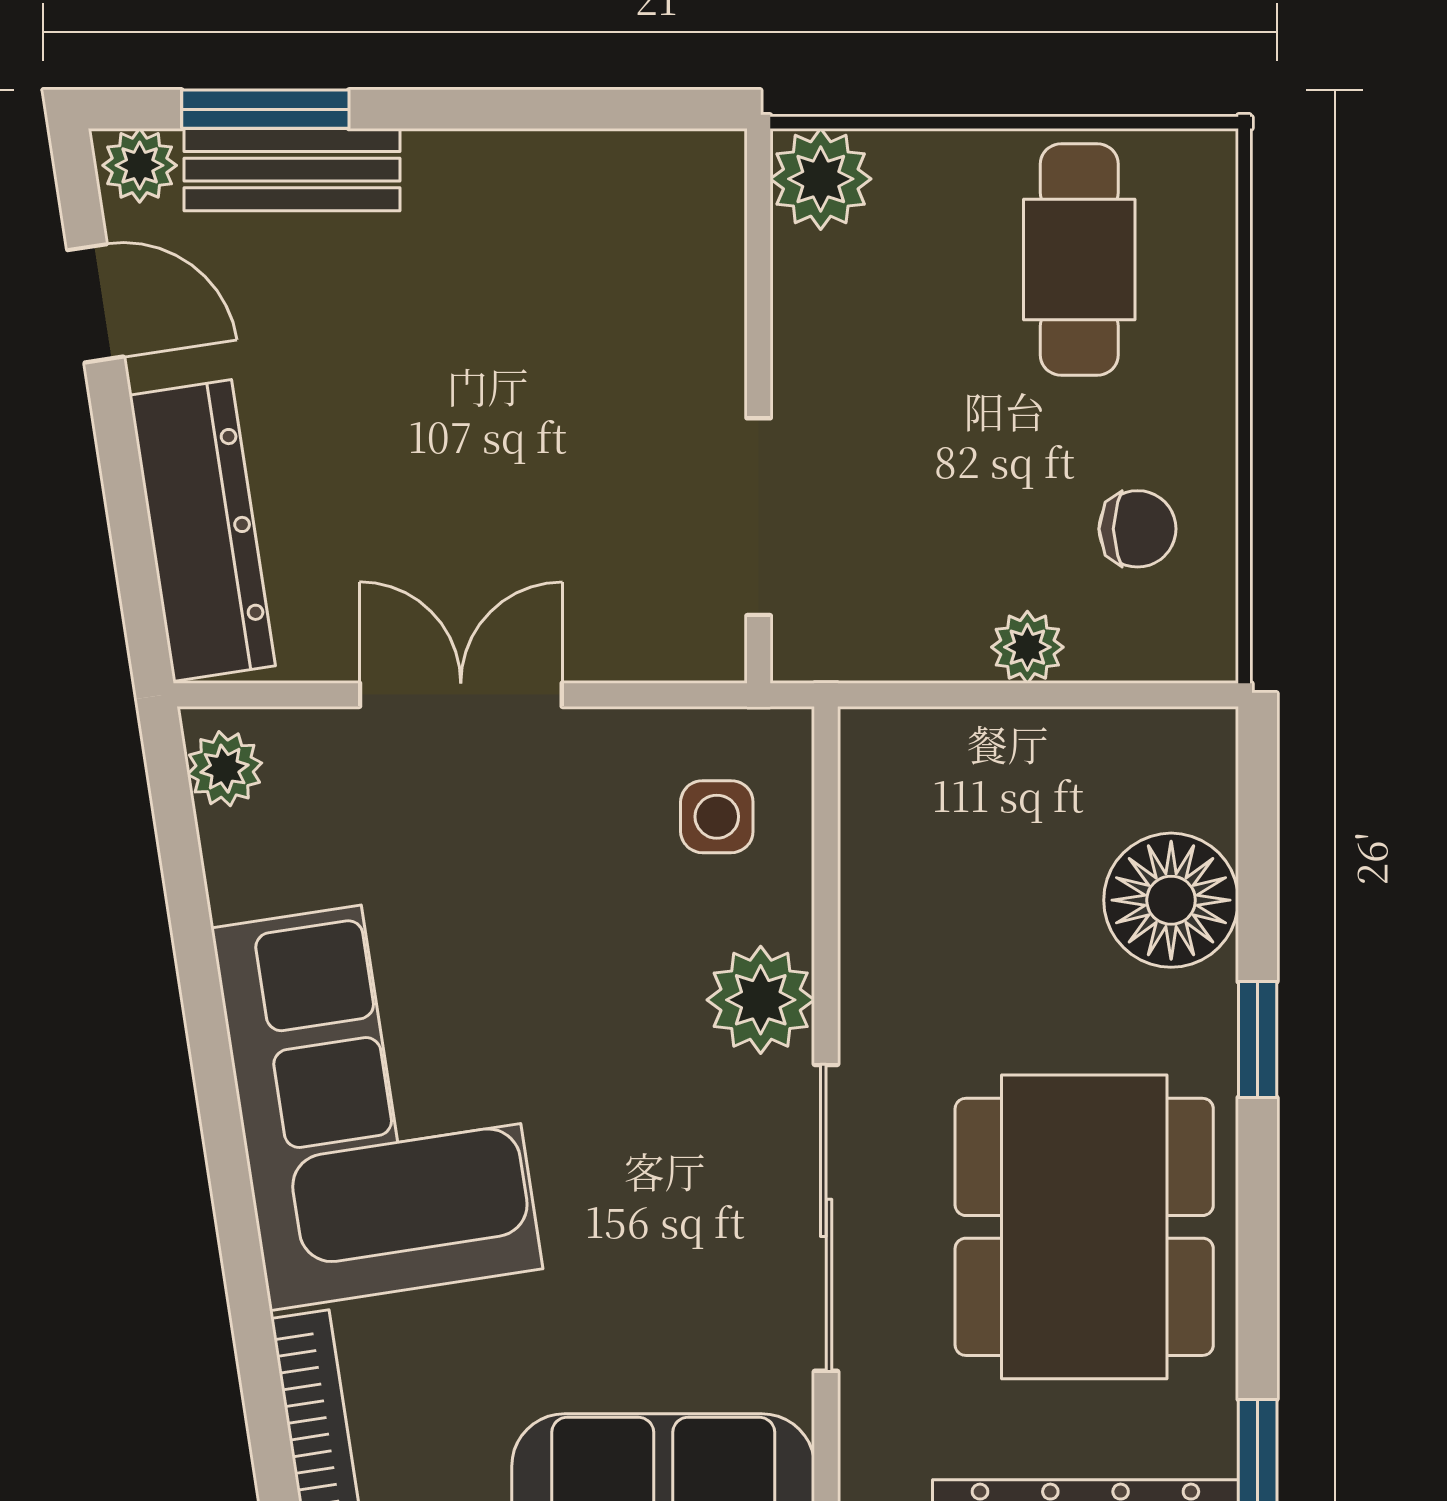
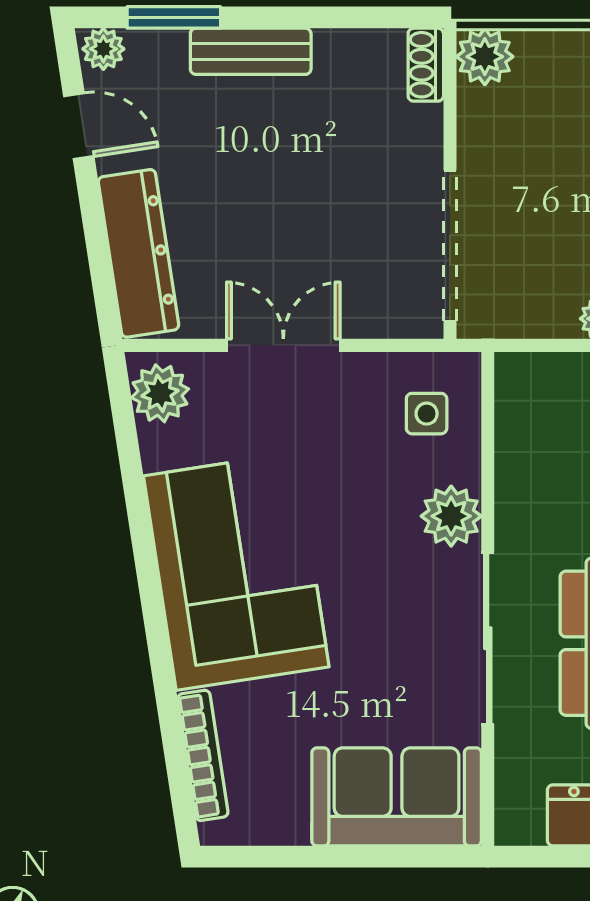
bench: (292, 170) -> (251, 51), moved
shoe rack: (715, 194) -> (426, 65), added
doorway: (759, 517) -> (450, 246), width x1.36
plant: (225, 769) -> (160, 393), width x1.38, depth x1.38

